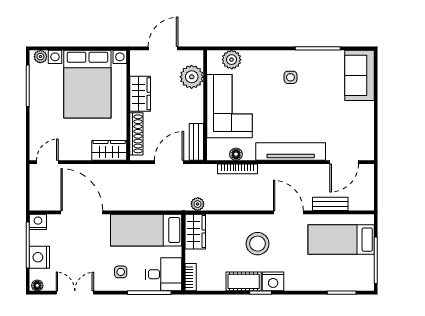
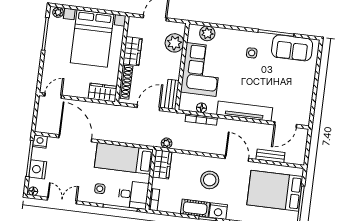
sofa: (360, 75) -> (292, 48), moved, turned -90
bed: (341, 240) -> (275, 191), width x1.50

